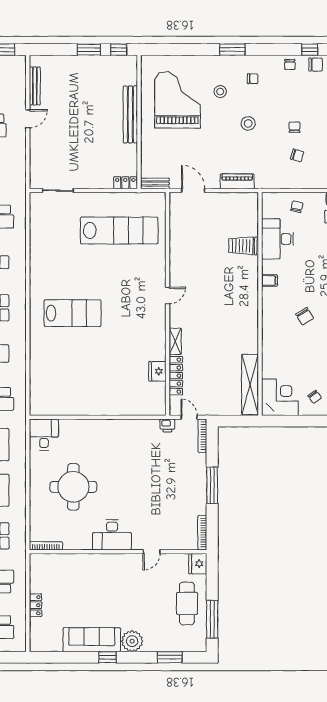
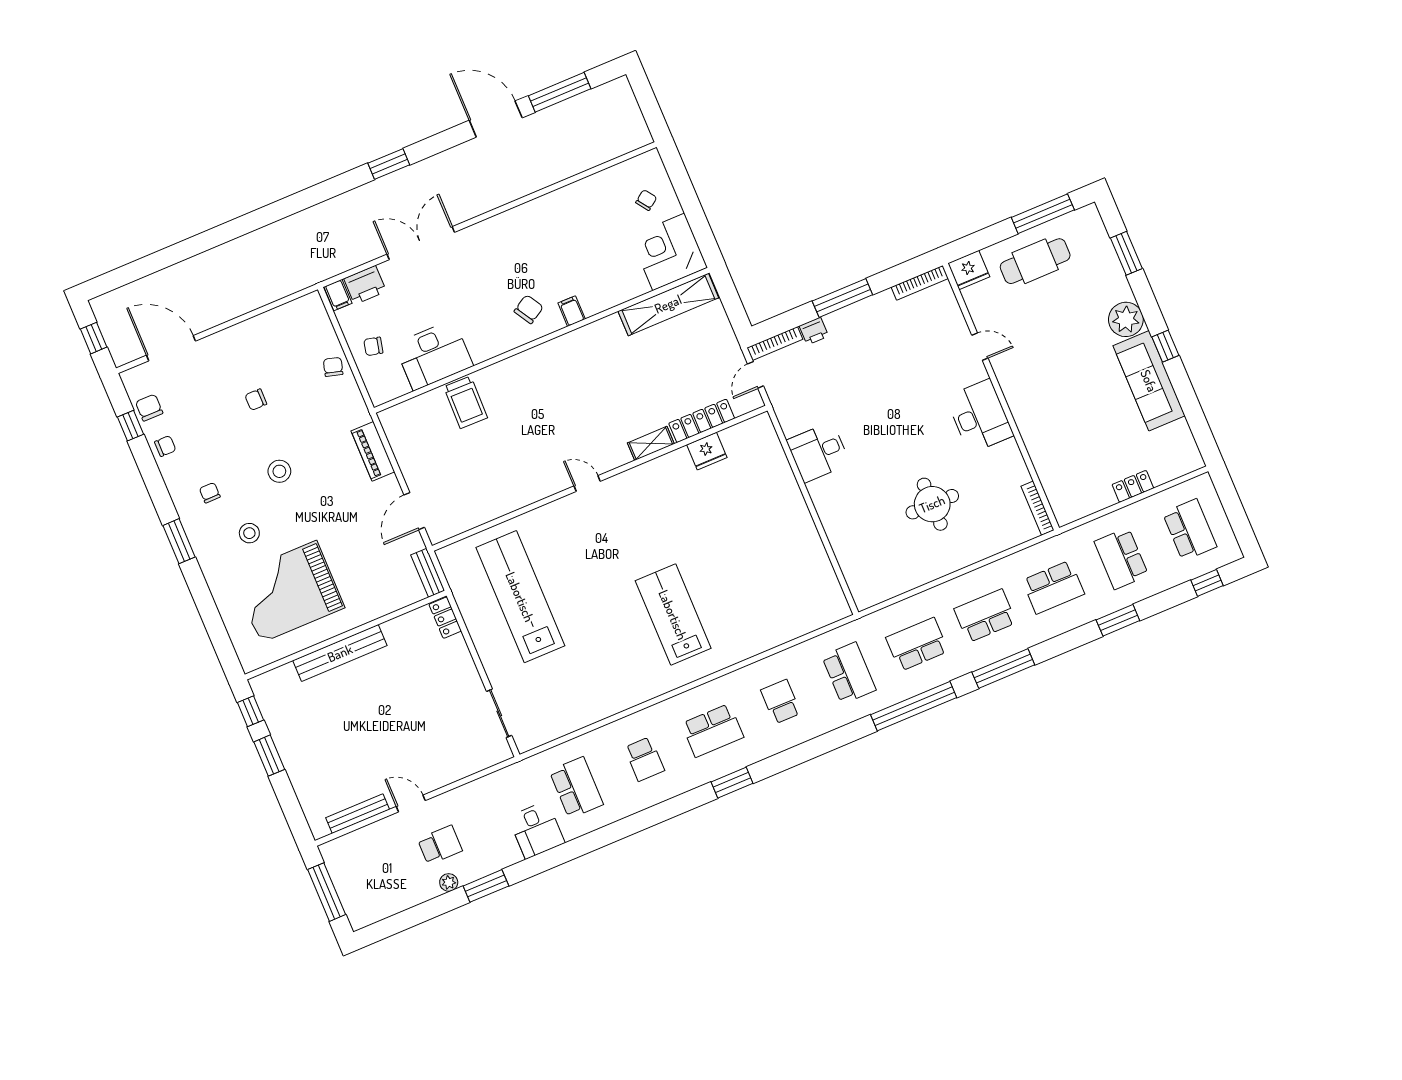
chair: (297, 155) -> (333, 367), moved
filing cabinet: (269, 281) -> (572, 311), moved
chair: (305, 316) -> (529, 309), moved
printer: (167, 425) -> (814, 331), moved, turned 90
desk: (44, 435) -> (818, 452), moved
round table: (73, 487) -> (932, 504), width x0.73, depth x0.73

